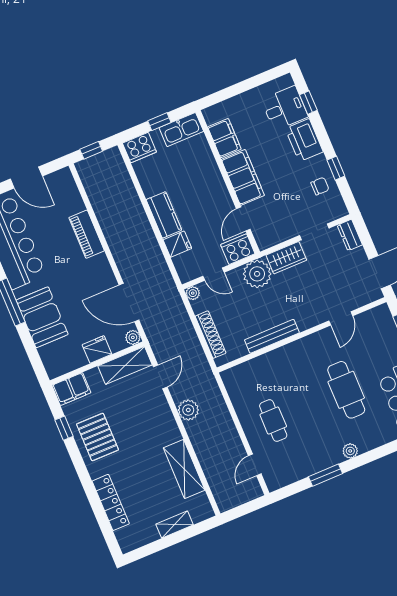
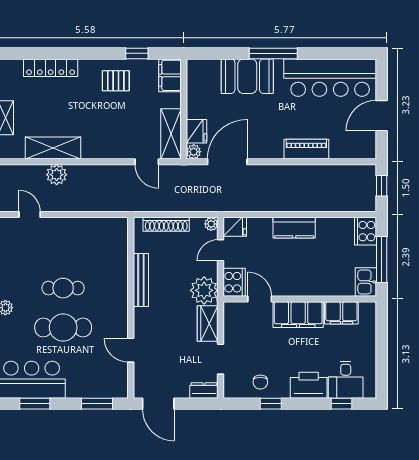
window: (159, 122) -> (382, 259), width x2.17
kitchen sink: (181, 130) -> (366, 282), width x0.73
fridge: (177, 244) -> (235, 227), moved, turned -90
fridge: (97, 349) -> (196, 131), moved
plant: (188, 410) -> (57, 175), moved
cafe table: (273, 421) -> (63, 288), moved
pallet: (98, 437) -> (116, 81), width x0.67, depth x0.71

